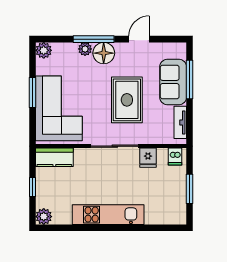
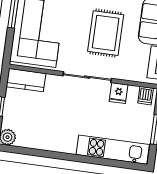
kitchen unit: (108, 215) -> (113, 150), moved

